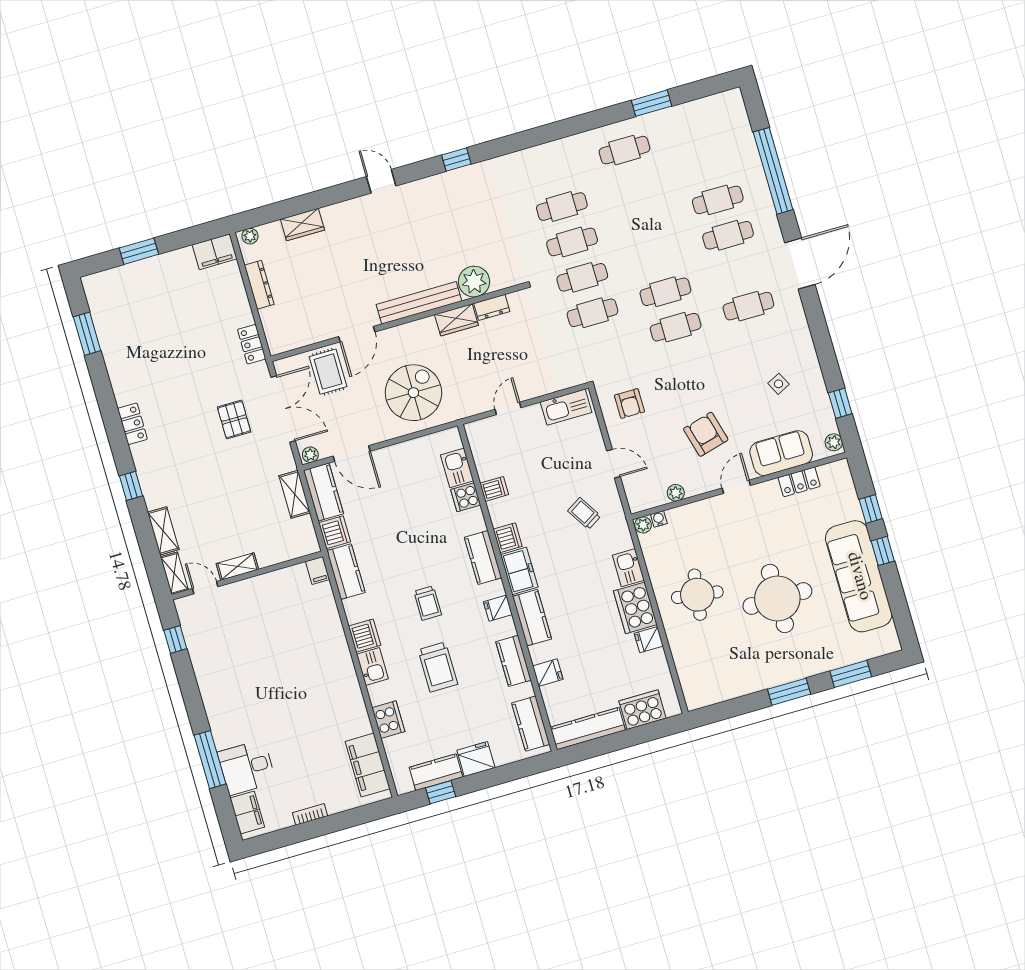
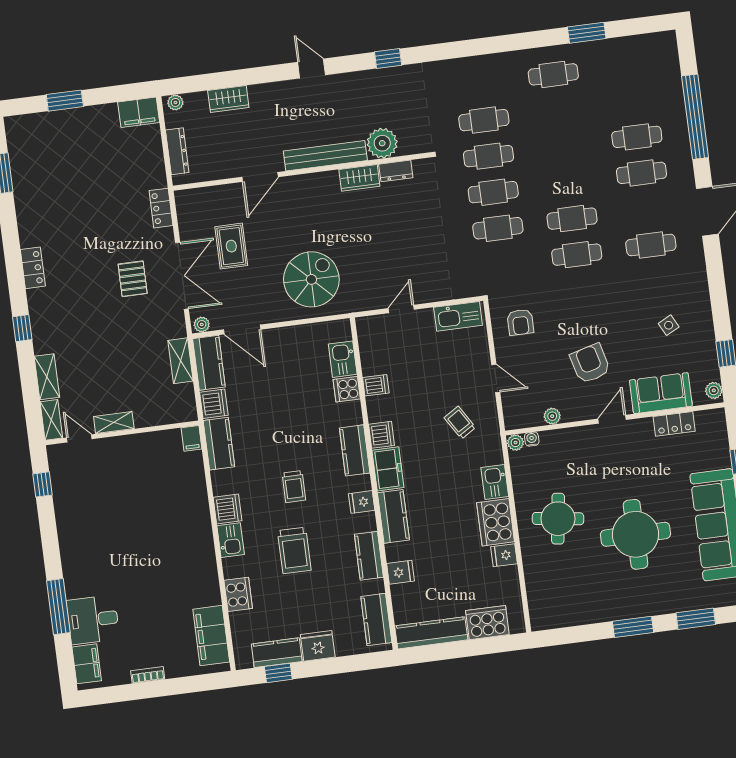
plant: (474, 282) -> (382, 143), moved
bench: (419, 303) -> (325, 156), moved
dresser: (492, 307) -> (396, 171), moved
wardrobe: (456, 320) -> (359, 178), moved
wall: (398, 322) -> (302, 172), moved
door: (357, 334) -> (260, 177), moved

